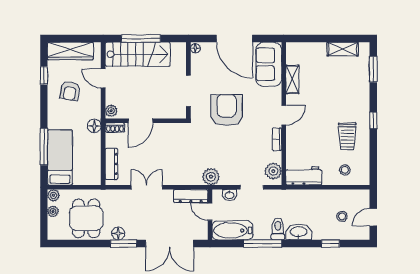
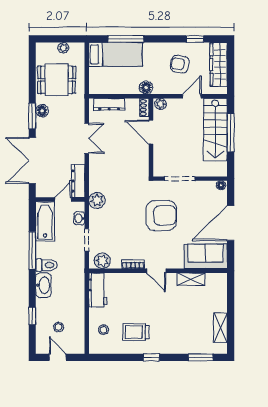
plant: (53, 195) -> (79, 48), removed

